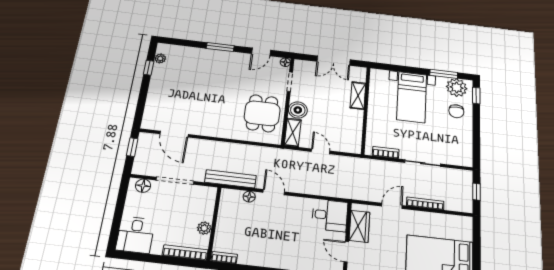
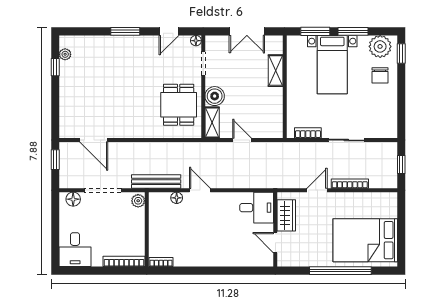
window: (397, 68) -> (315, 31), added
window: (444, 74) -> (353, 31), moved
plant: (204, 228) -> (138, 201), moved

